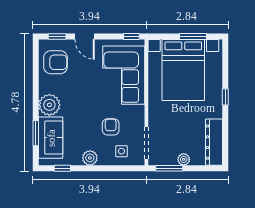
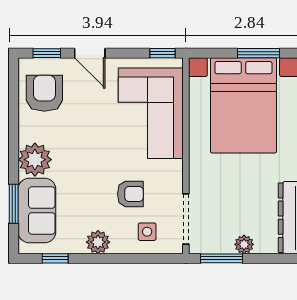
armchair: (55, 62) -> (44, 93), turned -90
armchair: (111, 127) -> (130, 194), turned 90

